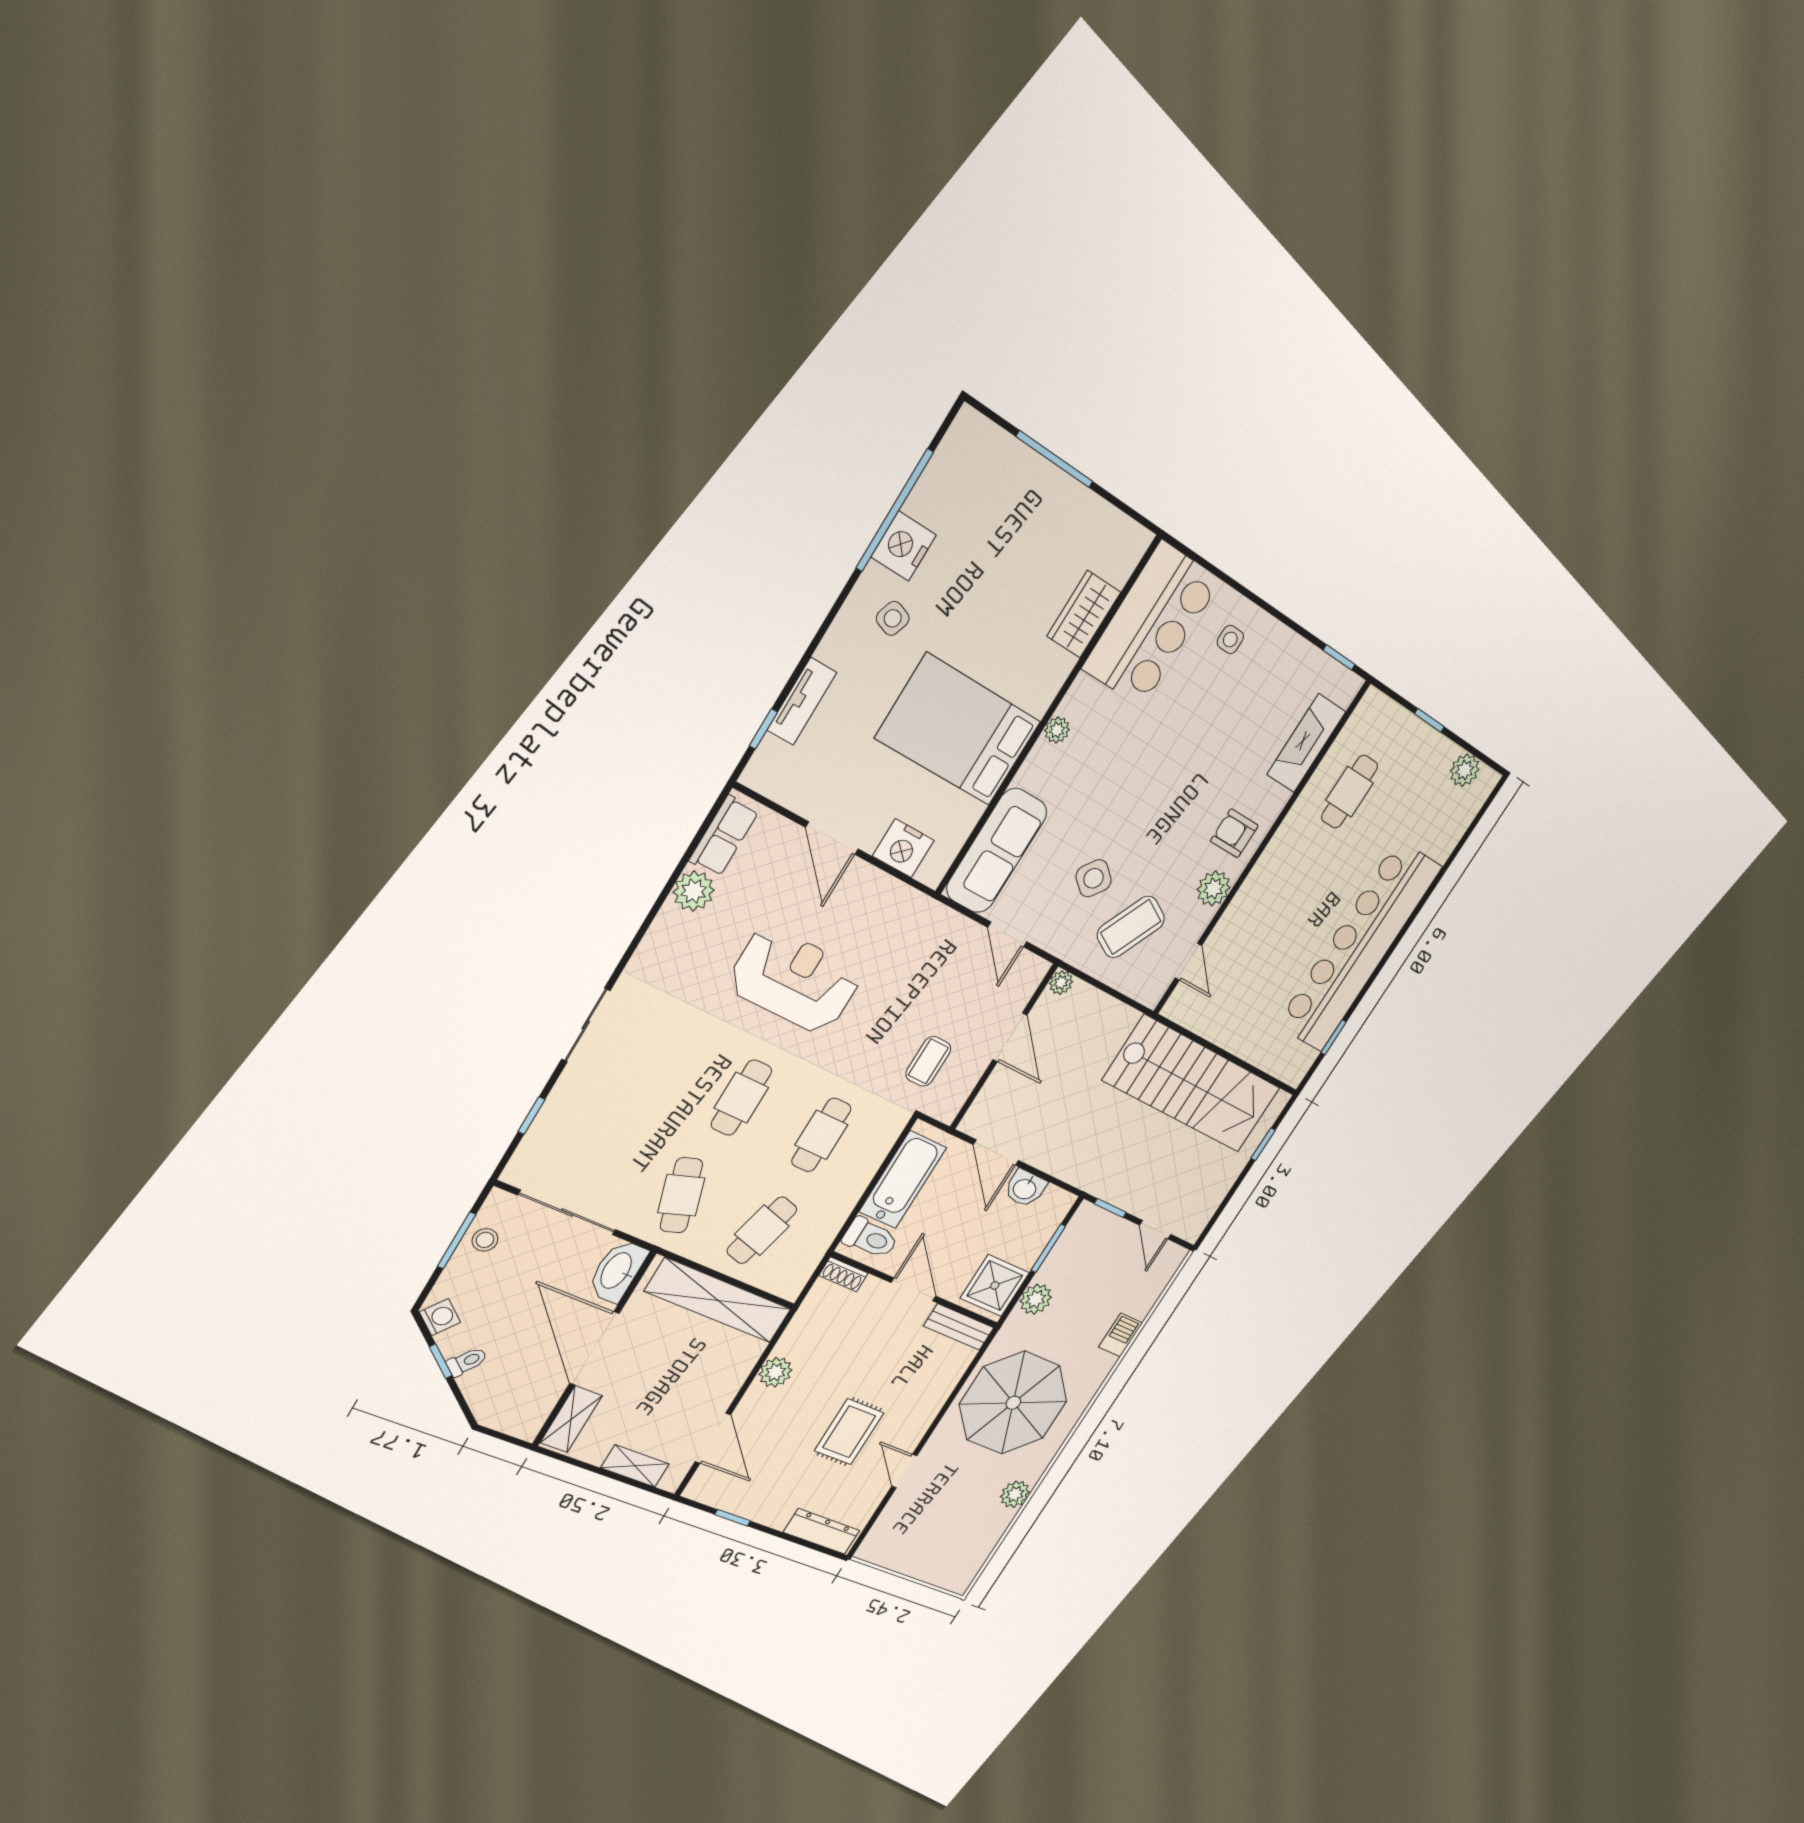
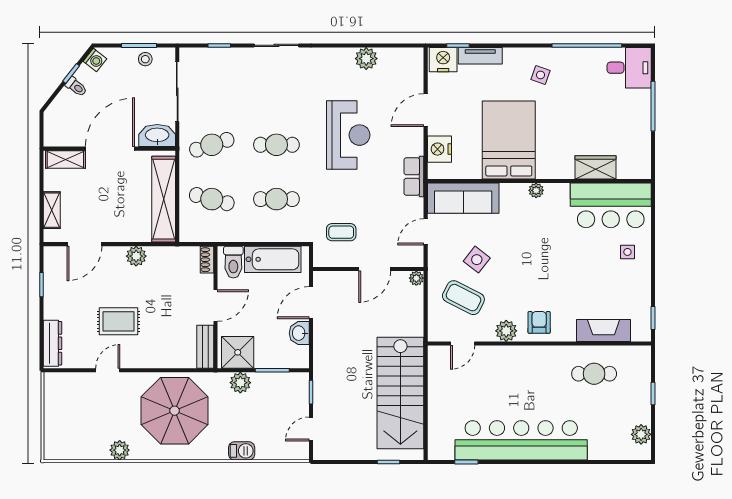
desk: (973, 461) -> (629, 68), added
nightstand: (904, 546) -> (443, 60), moved
row of seats: (724, 836) -> (414, 177), moved, turned 90

